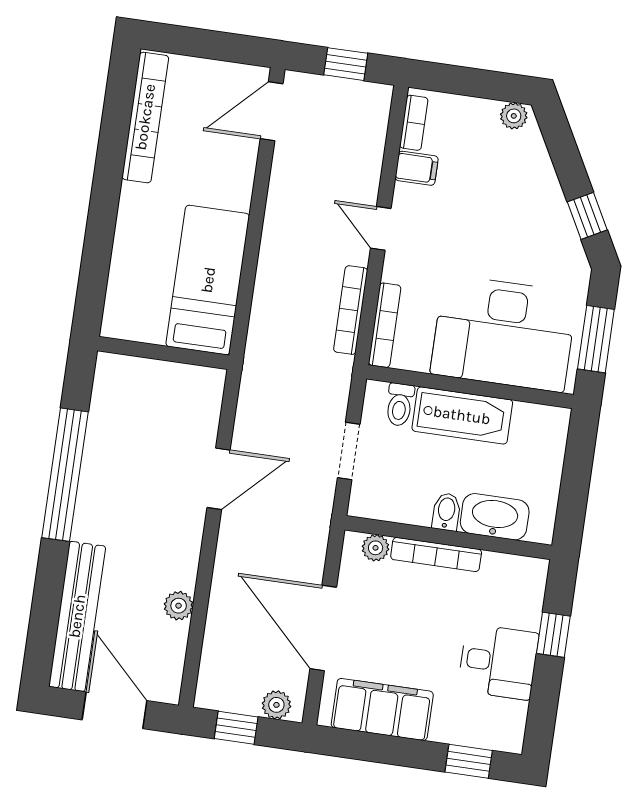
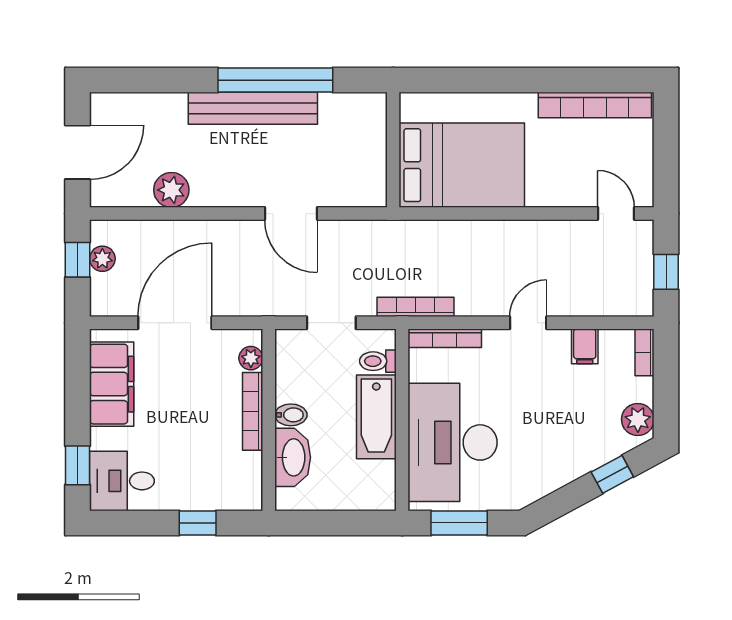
door: (272, 111) -> (616, 214), width x0.73
plant: (514, 116) -> (638, 419), width x1.38, depth x1.38
bookcase: (414, 123) -> (645, 352), moved, turned 90
window: (587, 216) -> (612, 474), moved
bed: (208, 280) -> (462, 165), width x1.50
bookcase: (351, 310) -> (415, 307), moved
plant: (179, 606) -> (171, 190), width x1.38, depth x1.38
bench: (77, 616) -> (253, 108), moved
desk: (498, 662) -> (122, 481), moved, turned 90
plant: (276, 705) -> (102, 259), moved

